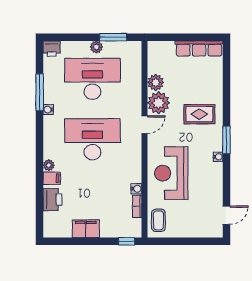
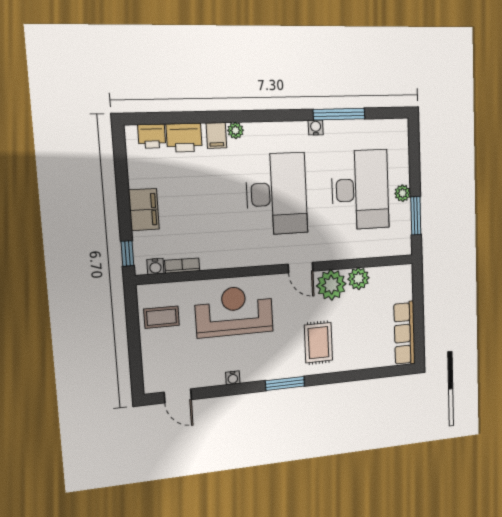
printer: (52, 49) -> (152, 136), moved, turned -90
water cooler: (218, 157) -> (233, 378), moved
water cooler: (136, 189) -> (155, 267), moved
coffee table: (158, 220) -> (161, 317), moved
filing cabinet: (86, 229) -> (144, 210), moved

